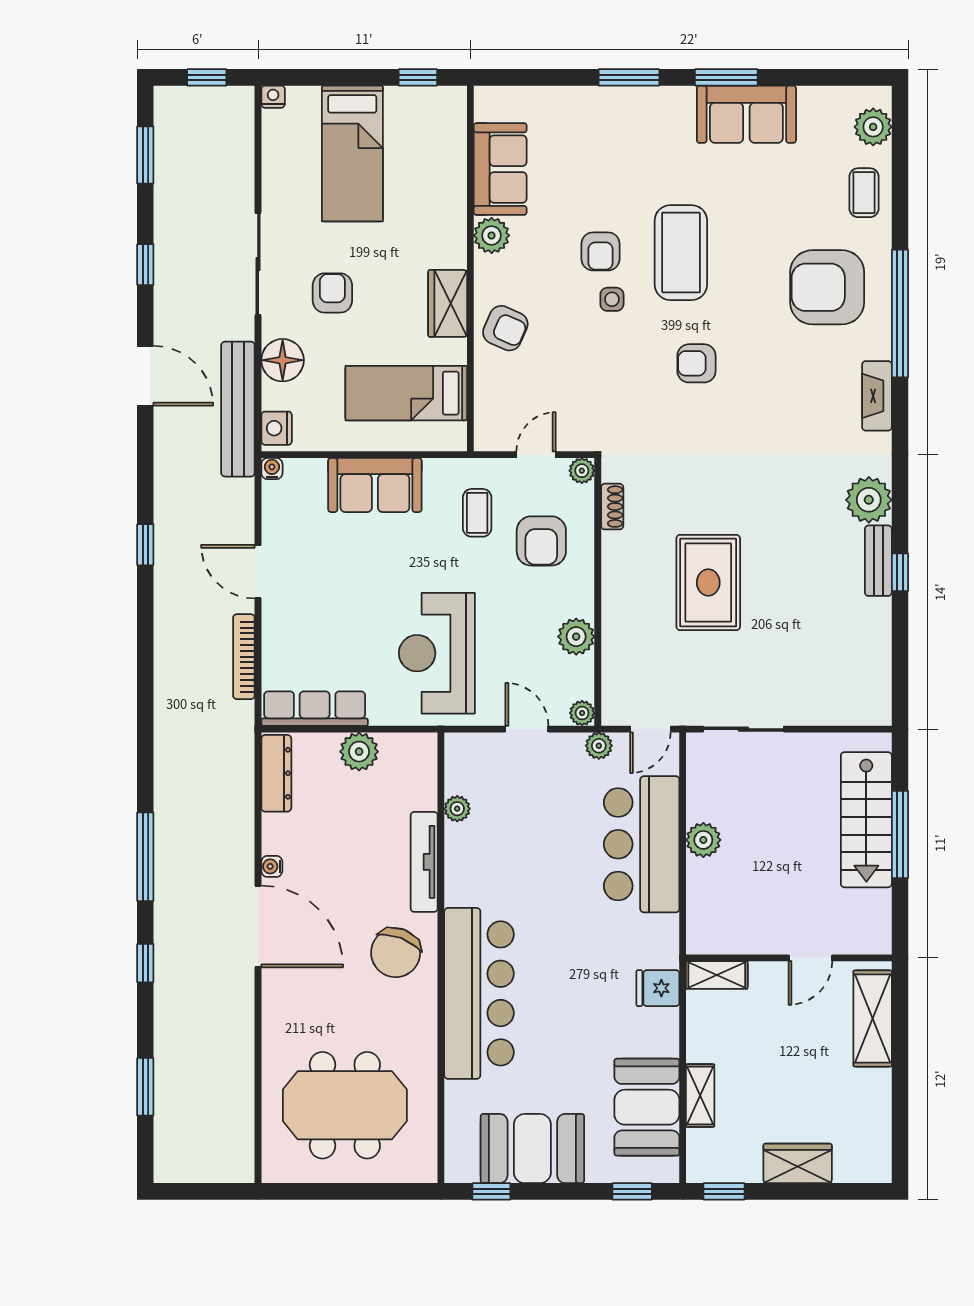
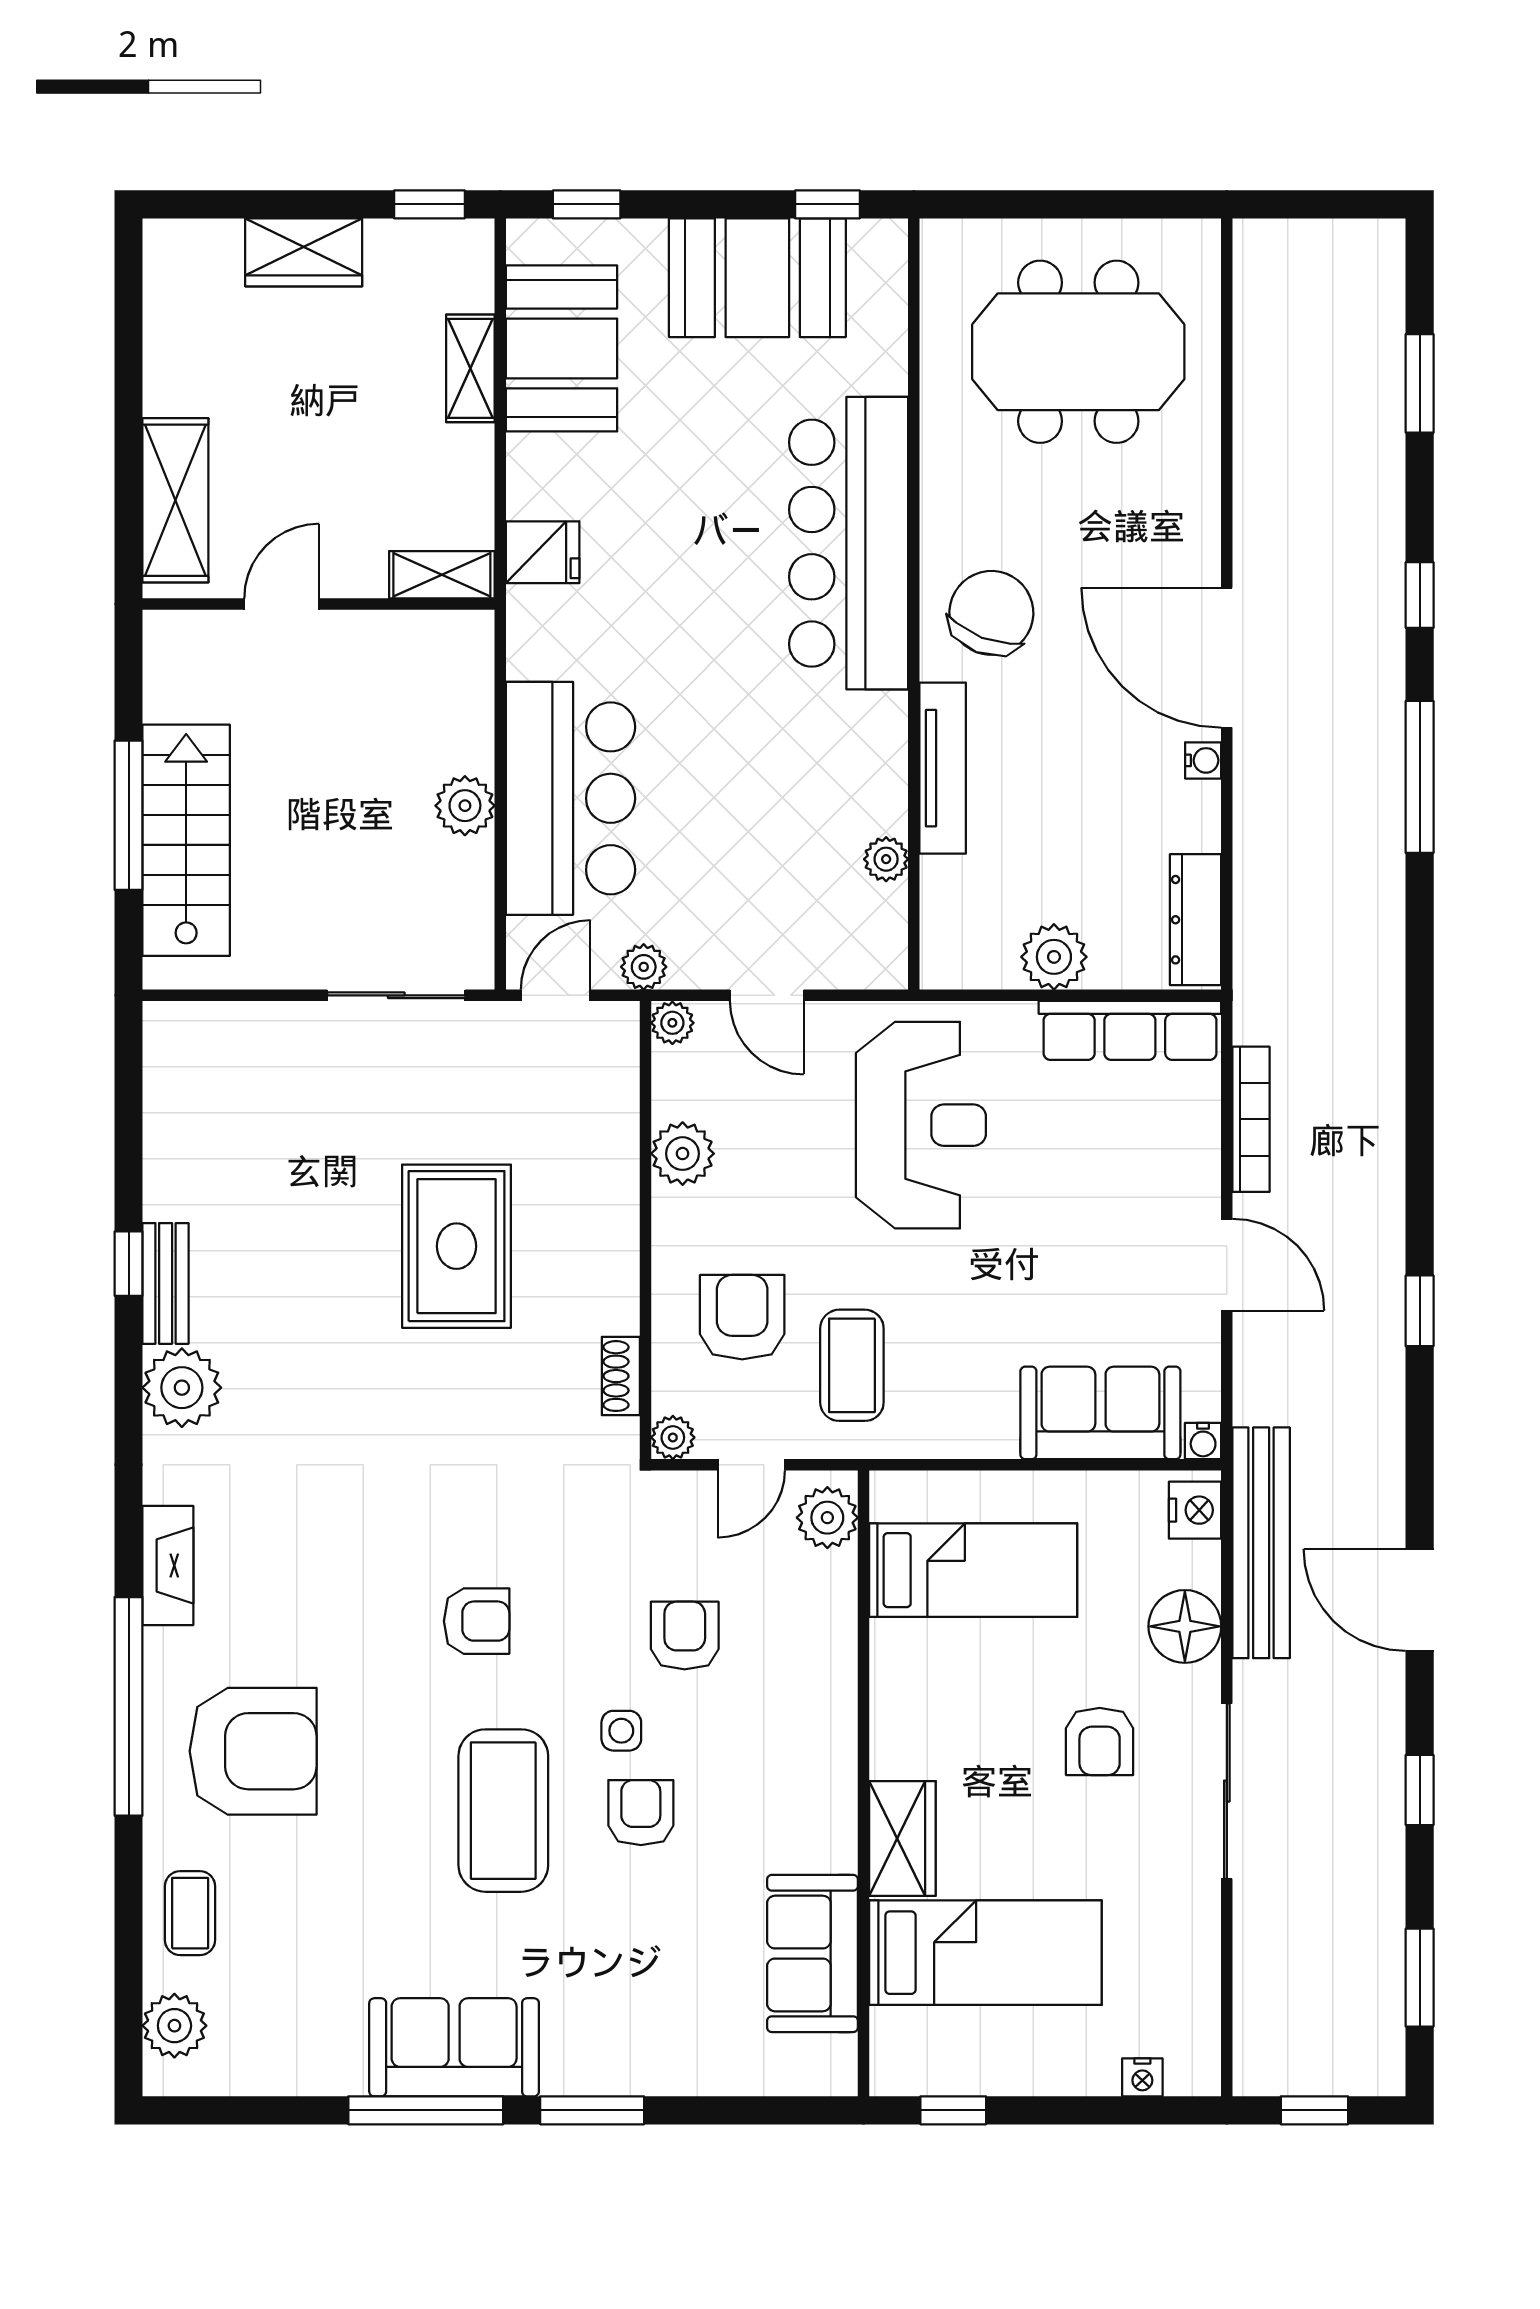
window: (726, 77) -> (426, 2110), width x1.44
nightstand: (273, 97) -> (1142, 2077), moved
sofa: (746, 114) -> (454, 2047), moved
bed: (352, 154) -> (985, 1953), moved, turned 90
plant: (492, 235) -> (827, 1518), moved
wardrobe: (448, 303) -> (902, 1838), moved
armchair: (505, 328) -> (685, 1636), moved, turned 66
sofa: (375, 485) -> (1100, 1413), moved
coffee table: (477, 513) -> (852, 1365), width x1.36, depth x1.30

